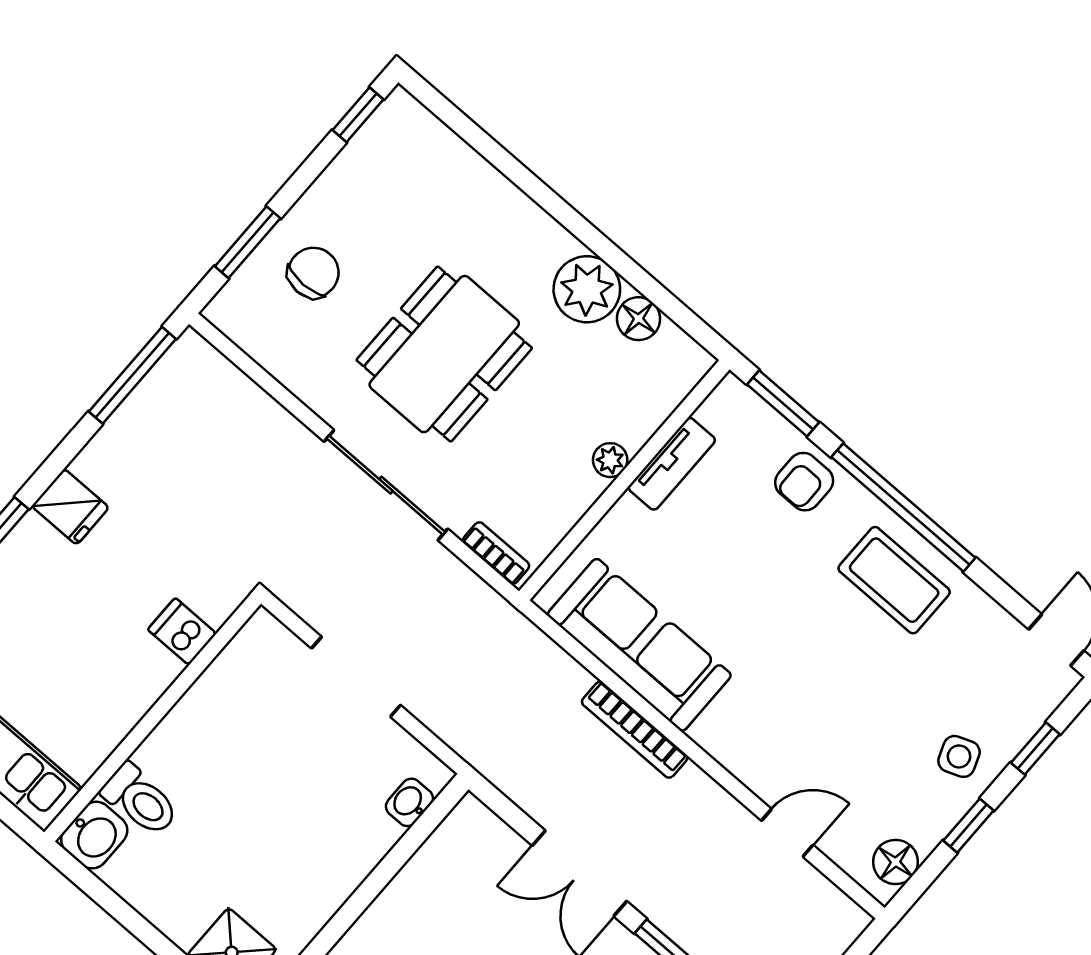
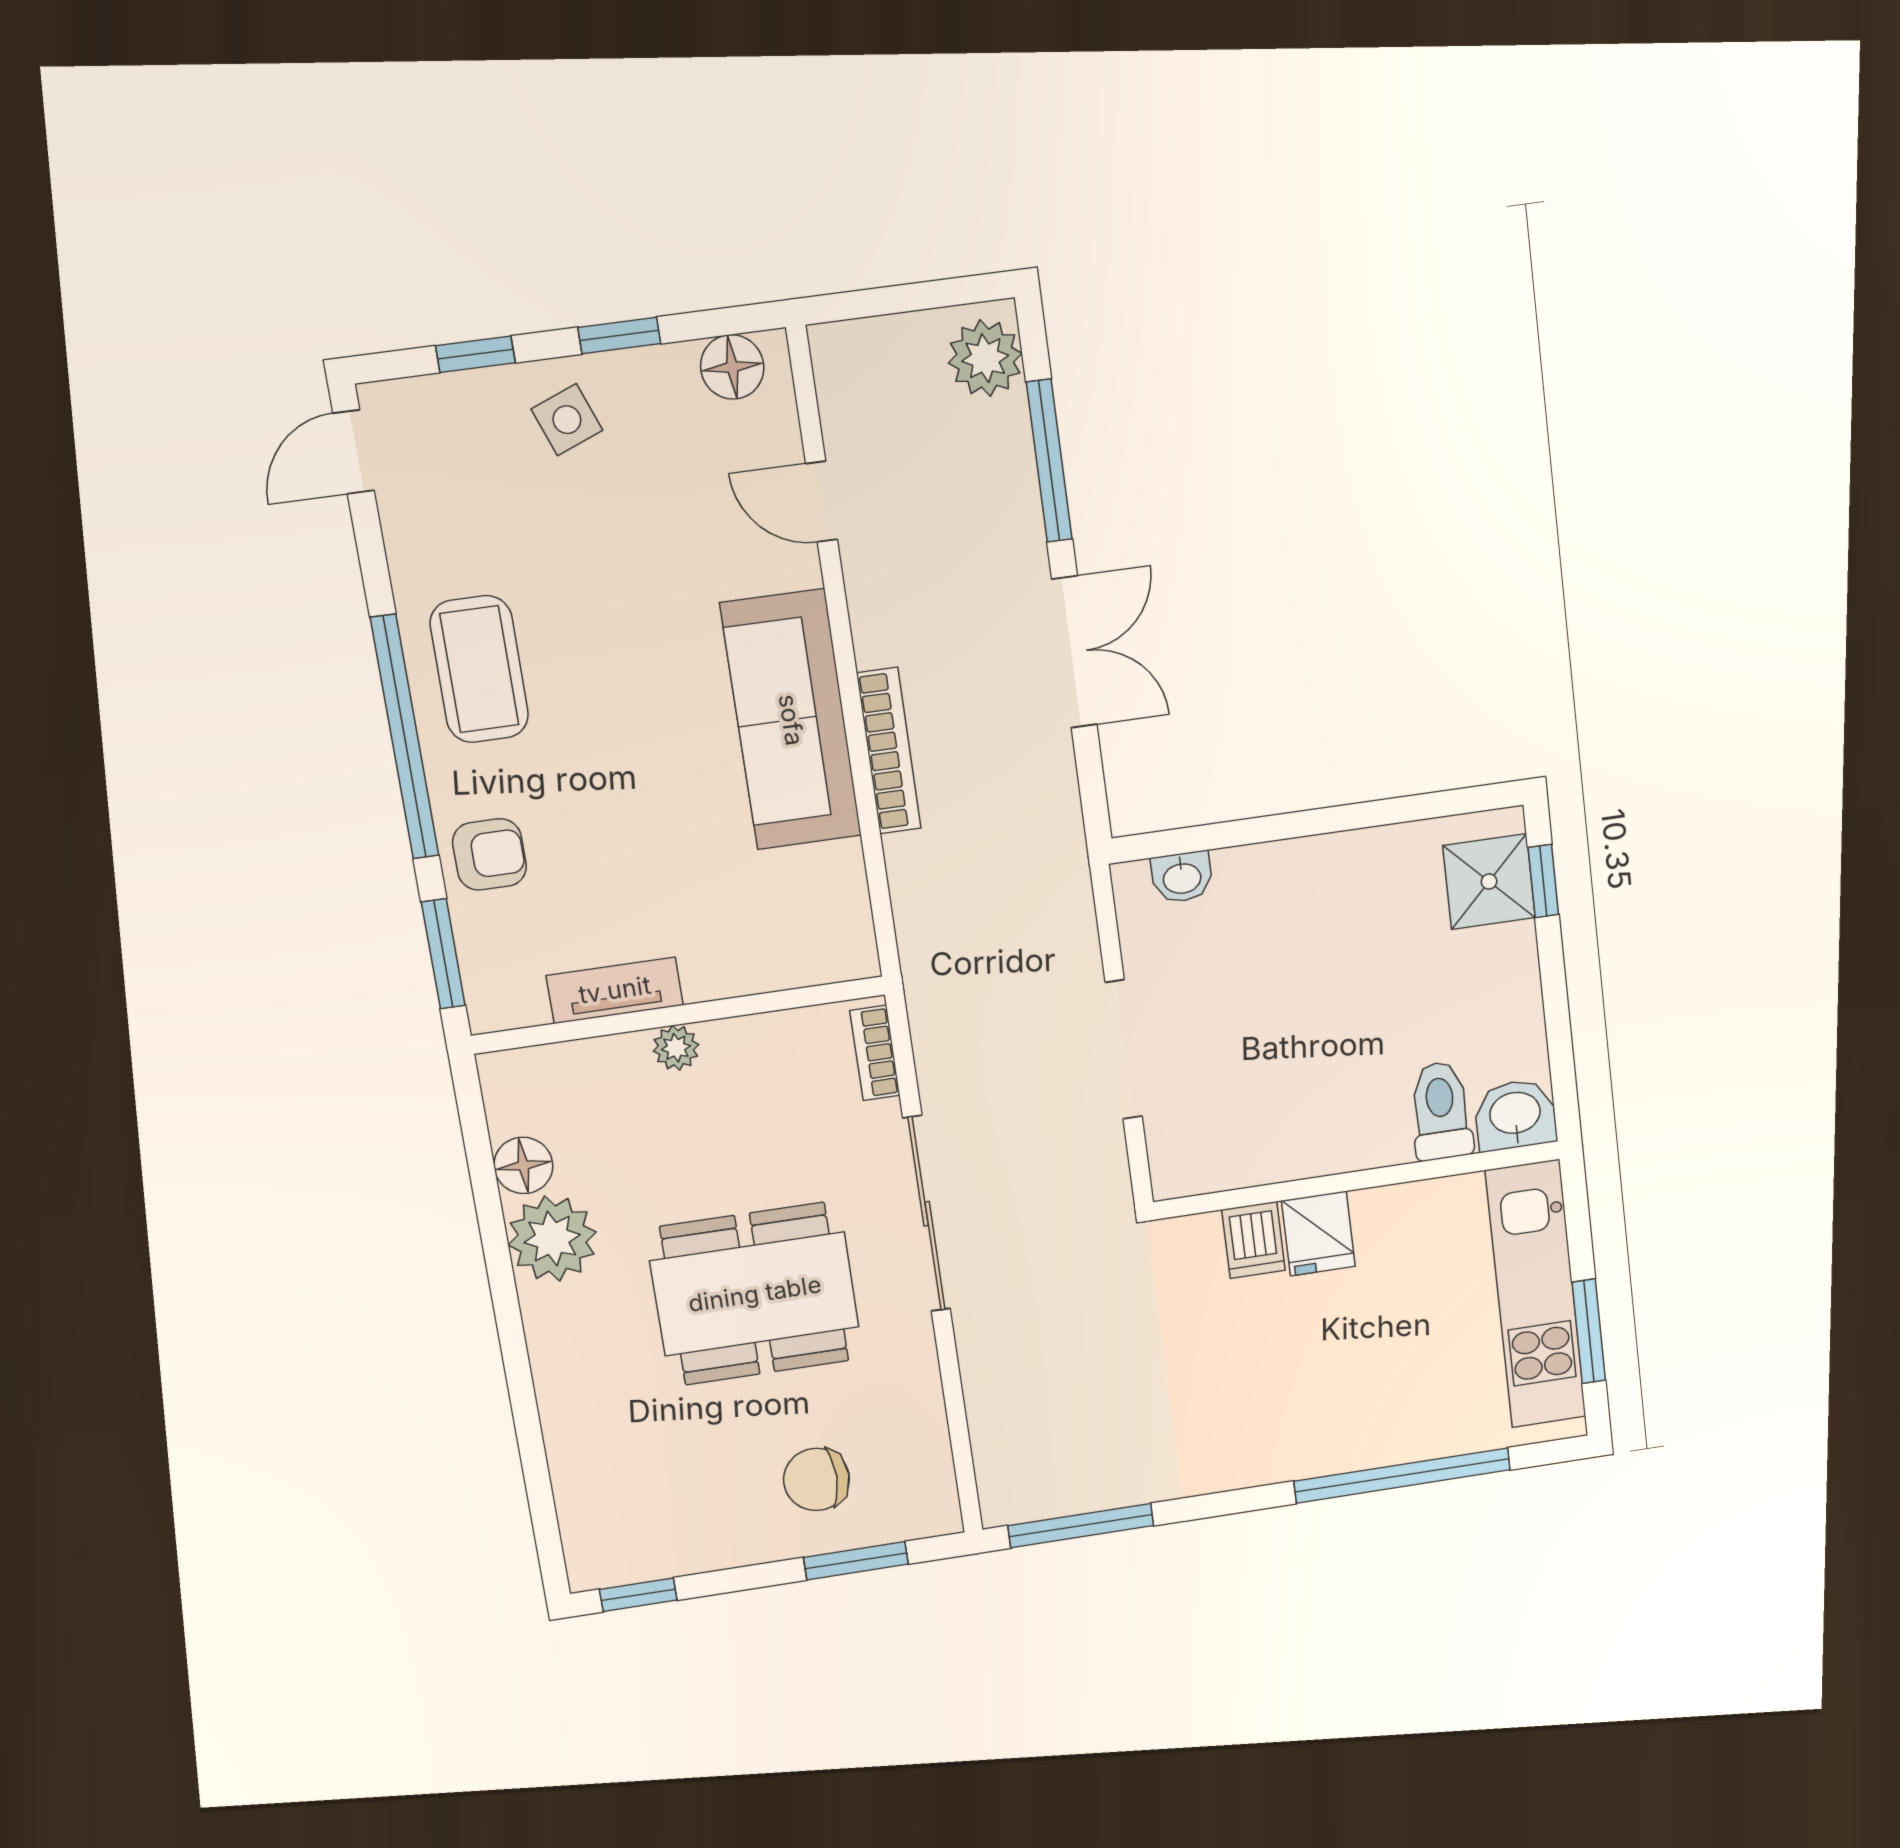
fridge: (70, 507) -> (1318, 1234), moved, turned 180
sofa: (639, 645) -> (791, 720), moved

